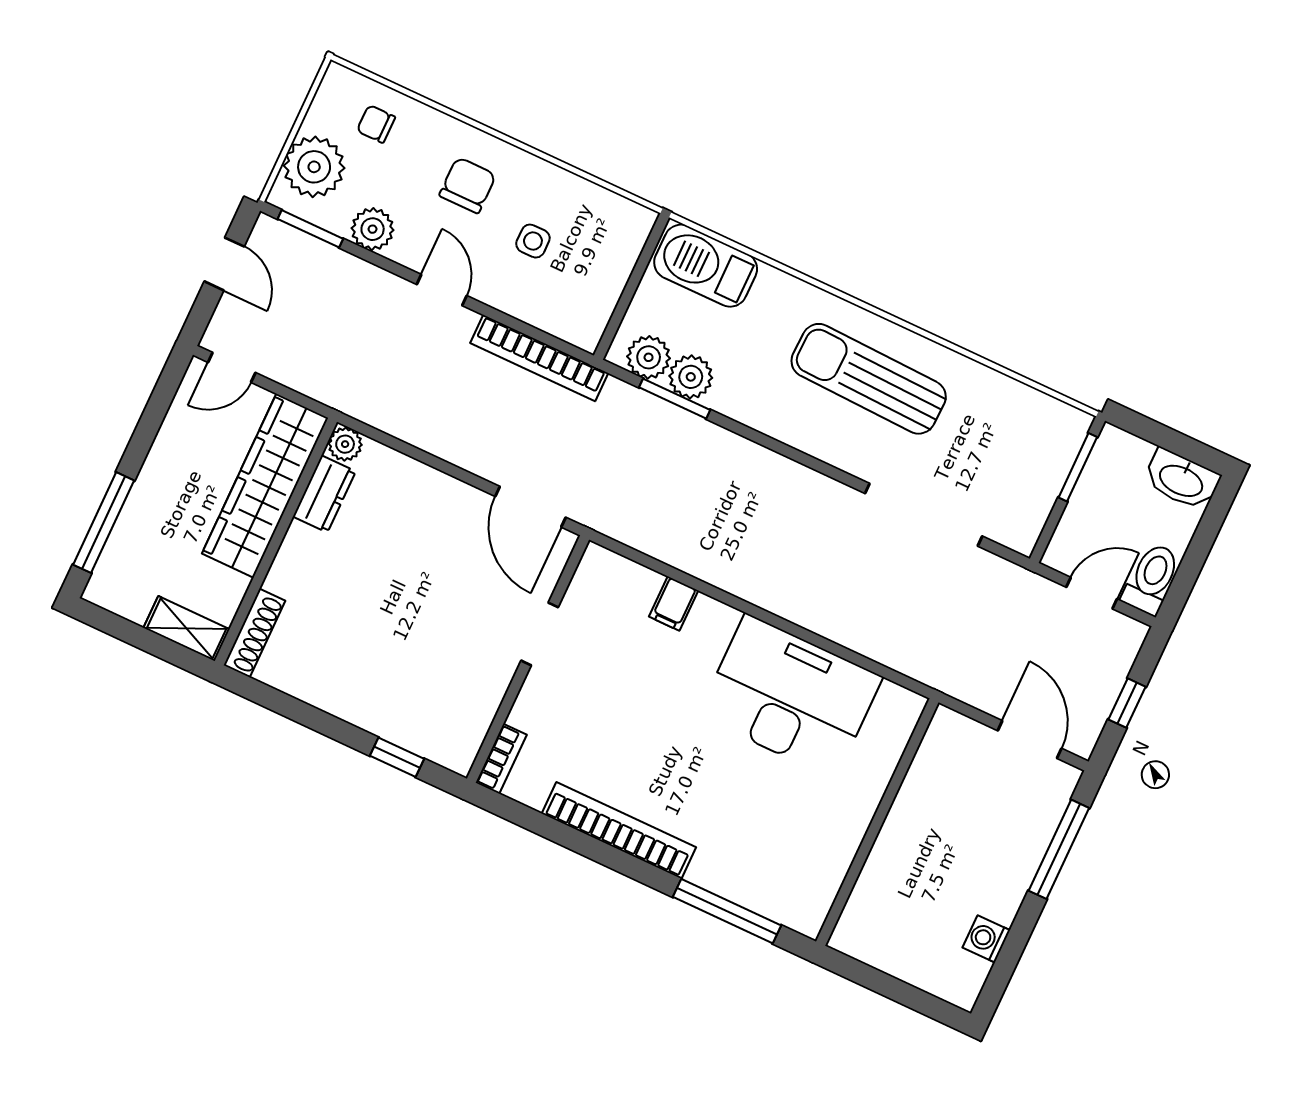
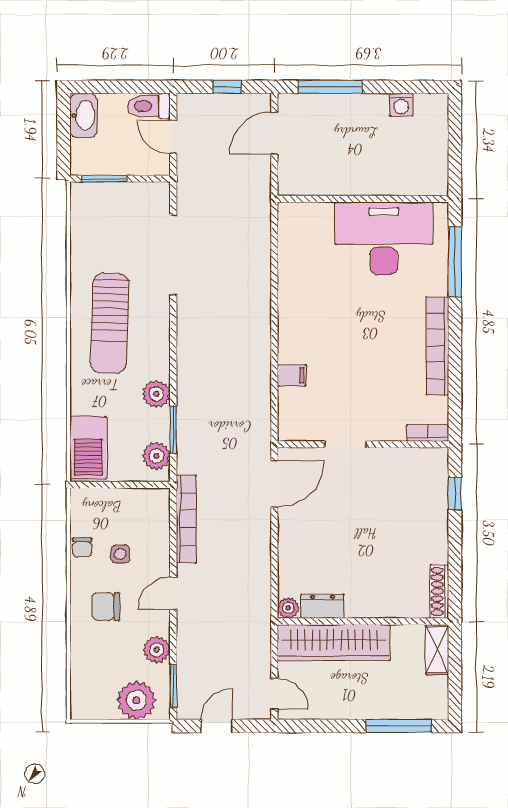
chair: (376, 124) -> (82, 547), moved
plant: (691, 377) -> (156, 394), moved
shoe rack: (254, 633) -> (439, 591), moved, turned -90
desk: (790, 696) -> (384, 238), moved, turned 90

